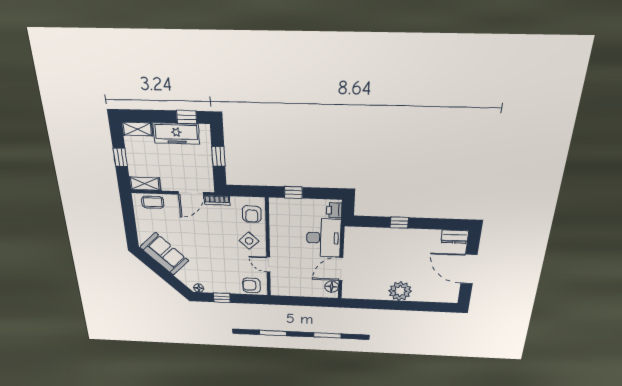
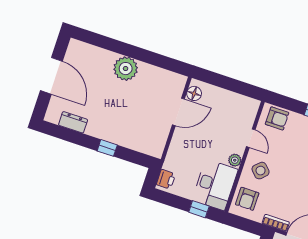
armchair: (252, 214) -> (247, 199), turned 180
dresser: (455, 237) -> (73, 122), moved
desk: (324, 238) -> (215, 185), moved, turned 180
plant: (276, 243) -> (235, 160), added

